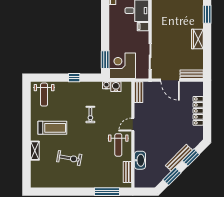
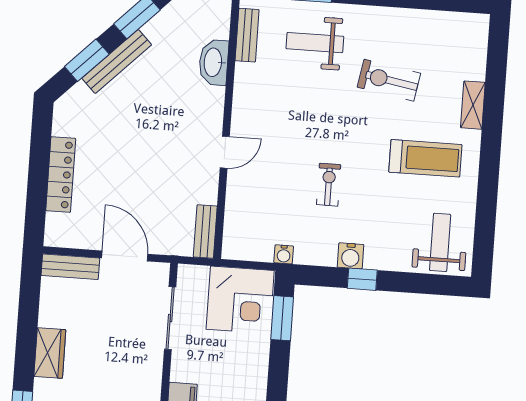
water cooler: (116, 87) -> (350, 256), moved
treadmill: (52, 128) -> (425, 158), turned 180
weight bench: (118, 145) -> (315, 43), moved, turned -90

